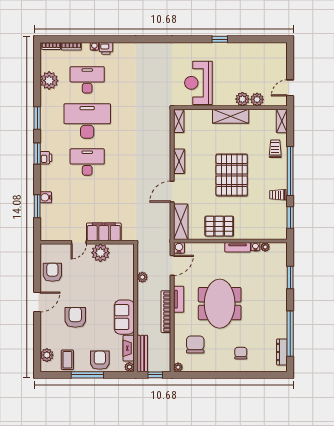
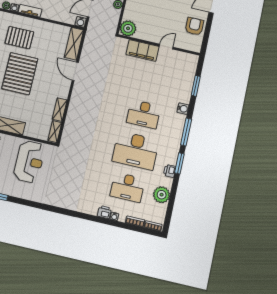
window: (37, 154) -> (186, 132), width x1.44
printer: (46, 158) -> (170, 171), moved
shelving: (179, 161) -> (60, 110), moved
door: (172, 192) -> (75, 71), swing flipped
water cooler: (46, 197) -> (183, 109), moved
pallet: (219, 226) -> (19, 38), moved
plant: (100, 253) -> (128, 28), moved
armchair: (52, 272) -> (194, 26), turned 180

